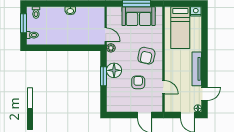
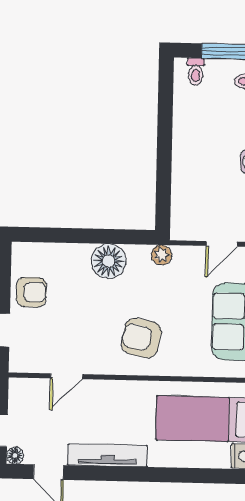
door: (106, 35) -> (222, 244), moved
window: (103, 76) -> (95, 236), removed
armchair: (138, 82) -> (31, 292), moved

